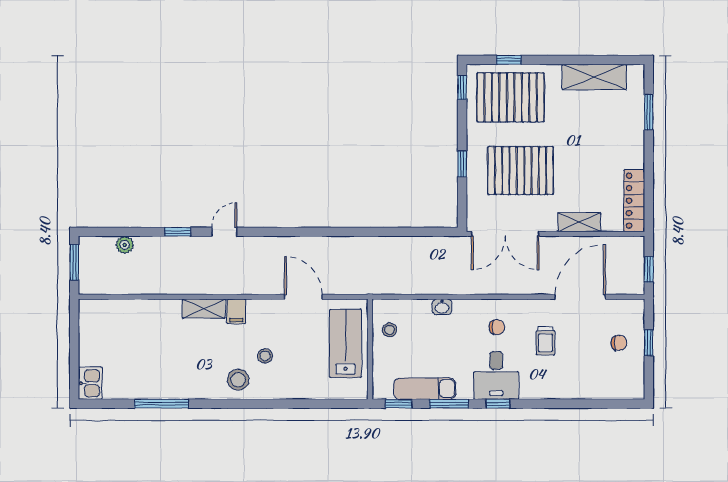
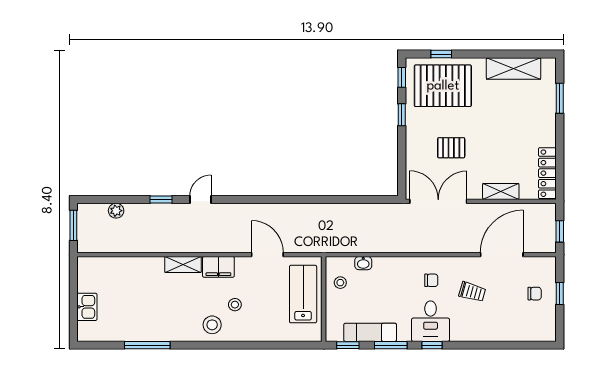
window: (462, 164) -> (402, 115), moved
pallet: (521, 171) -> (451, 148), width x0.49, depth x0.50
double door: (505, 234) -> (438, 201), swing flipped
washbasin: (442, 307) -> (363, 263), moved
filing cabinet: (236, 311) -> (218, 267), width x2.00
trolley: (545, 341) -> (472, 292), turned -74
kitchen sink: (90, 383) -> (87, 307), moved

